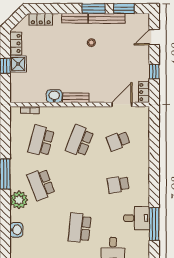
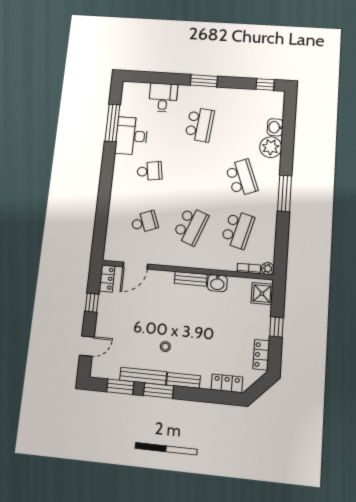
shower: (18, 64) -> (262, 294), moved
plant: (15, 111) -> (268, 269), added
plant: (19, 200) -> (271, 147), moved
desk: (137, 218) -> (131, 136), width x1.37

